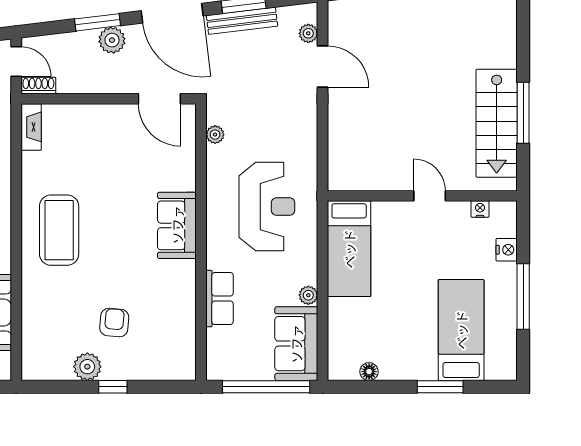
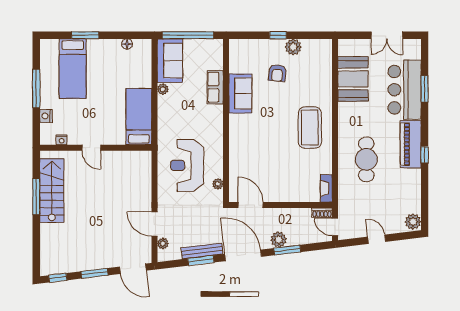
reception desk: (267, 207) -> (187, 165), moved
sofa: (177, 225) -> (240, 93), moved

